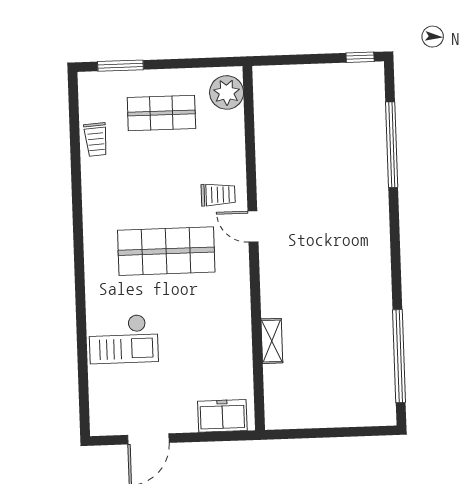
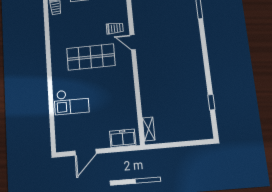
shelving: (272, 341) -> (149, 129), moved
window: (399, 356) -> (211, 102), width x0.32

